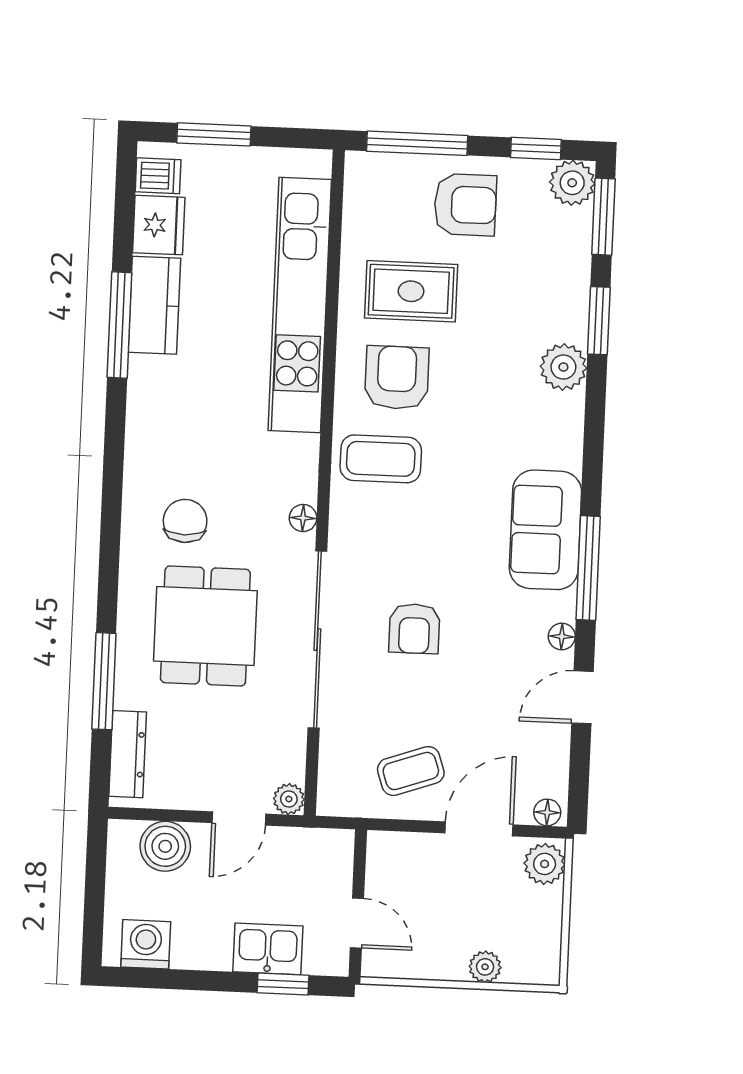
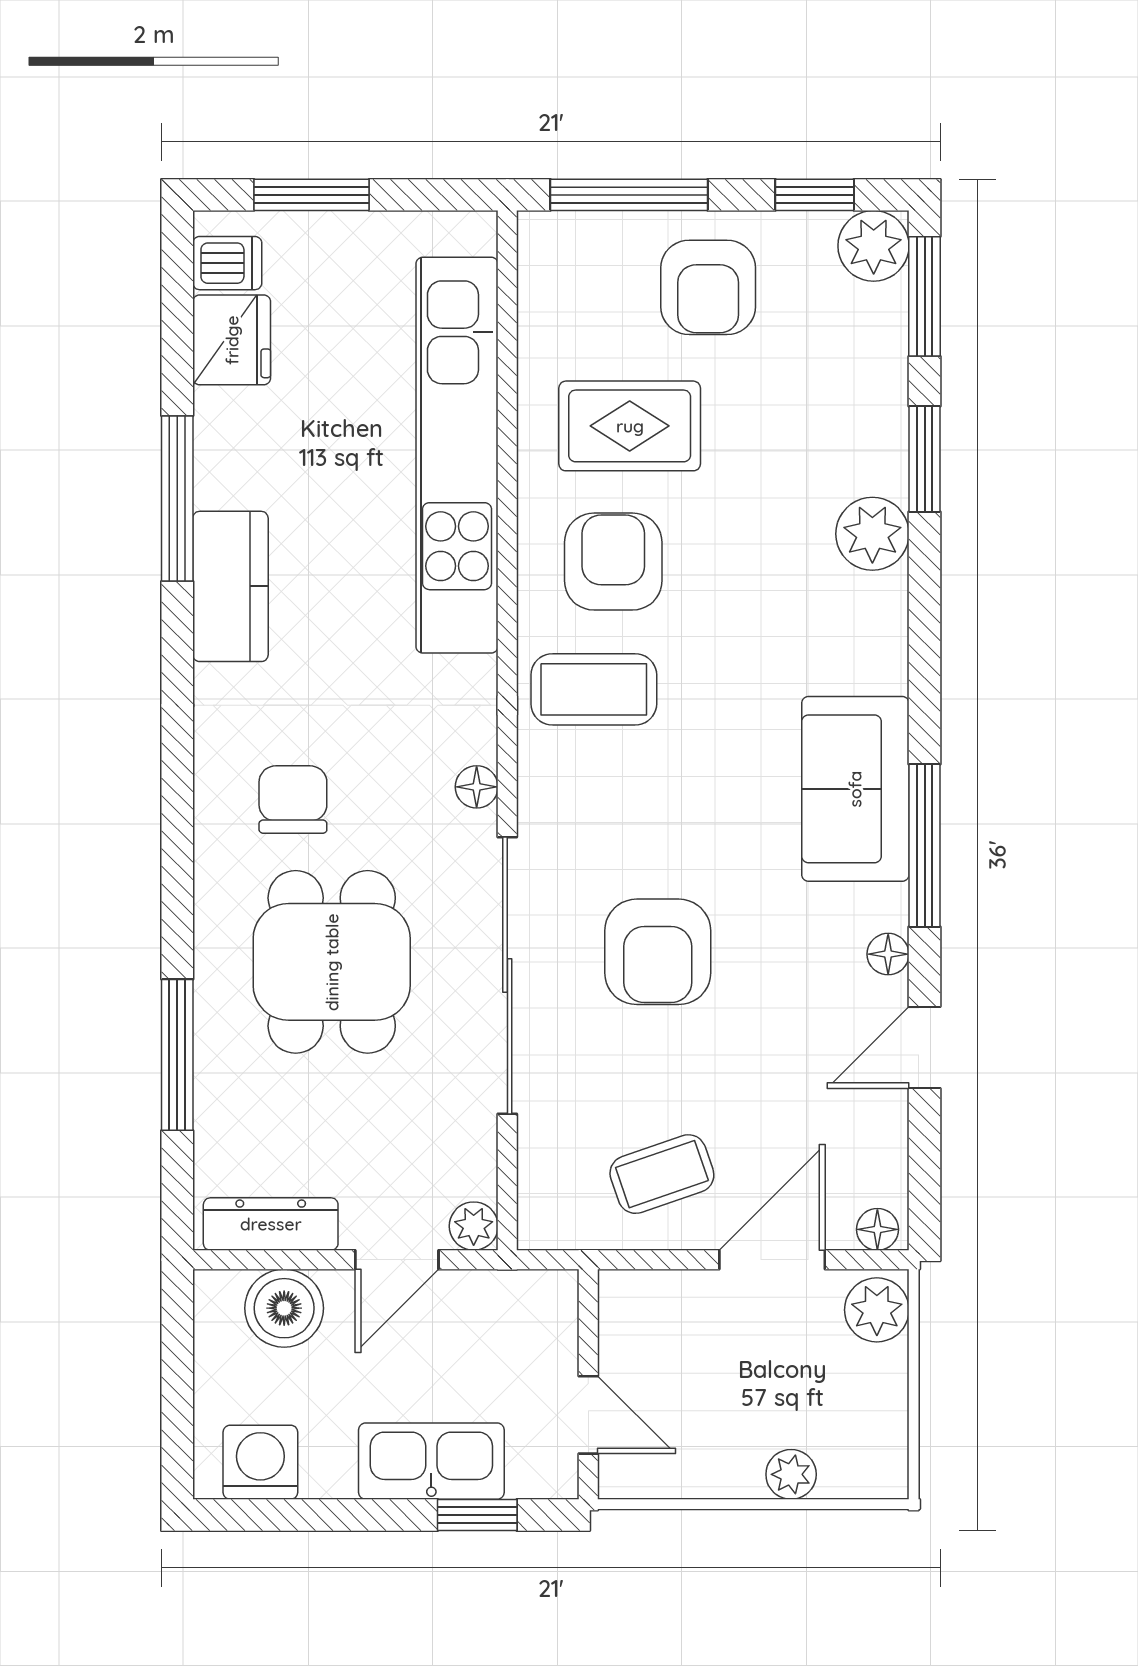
armchair: (465, 205) -> (708, 287), turned 90
kitchen counter: (154, 305) -> (230, 586), moved
armchair: (414, 629) -> (658, 952), width x1.38, depth x1.38
dresser: (128, 754) -> (271, 1224), moved, turned -90
kitchen sink: (268, 949) -> (431, 1461), width x1.38

